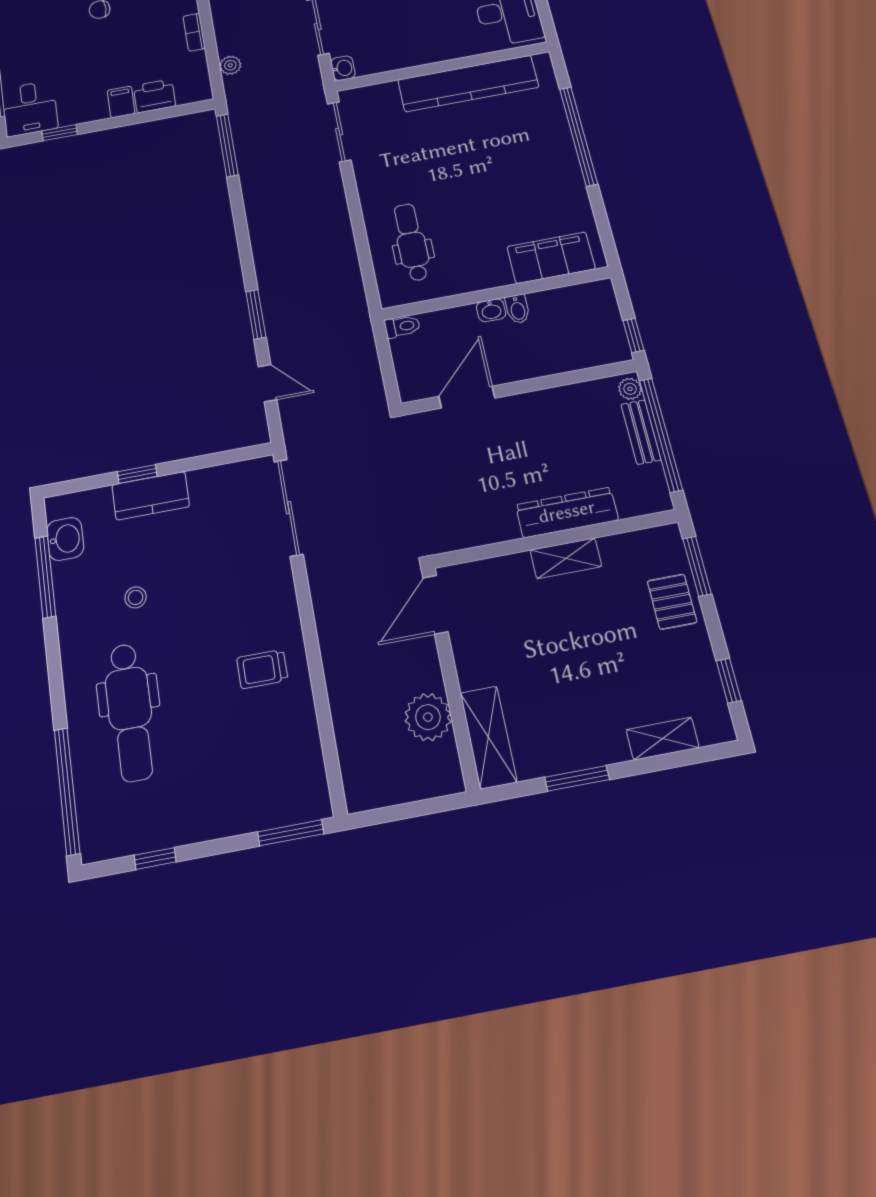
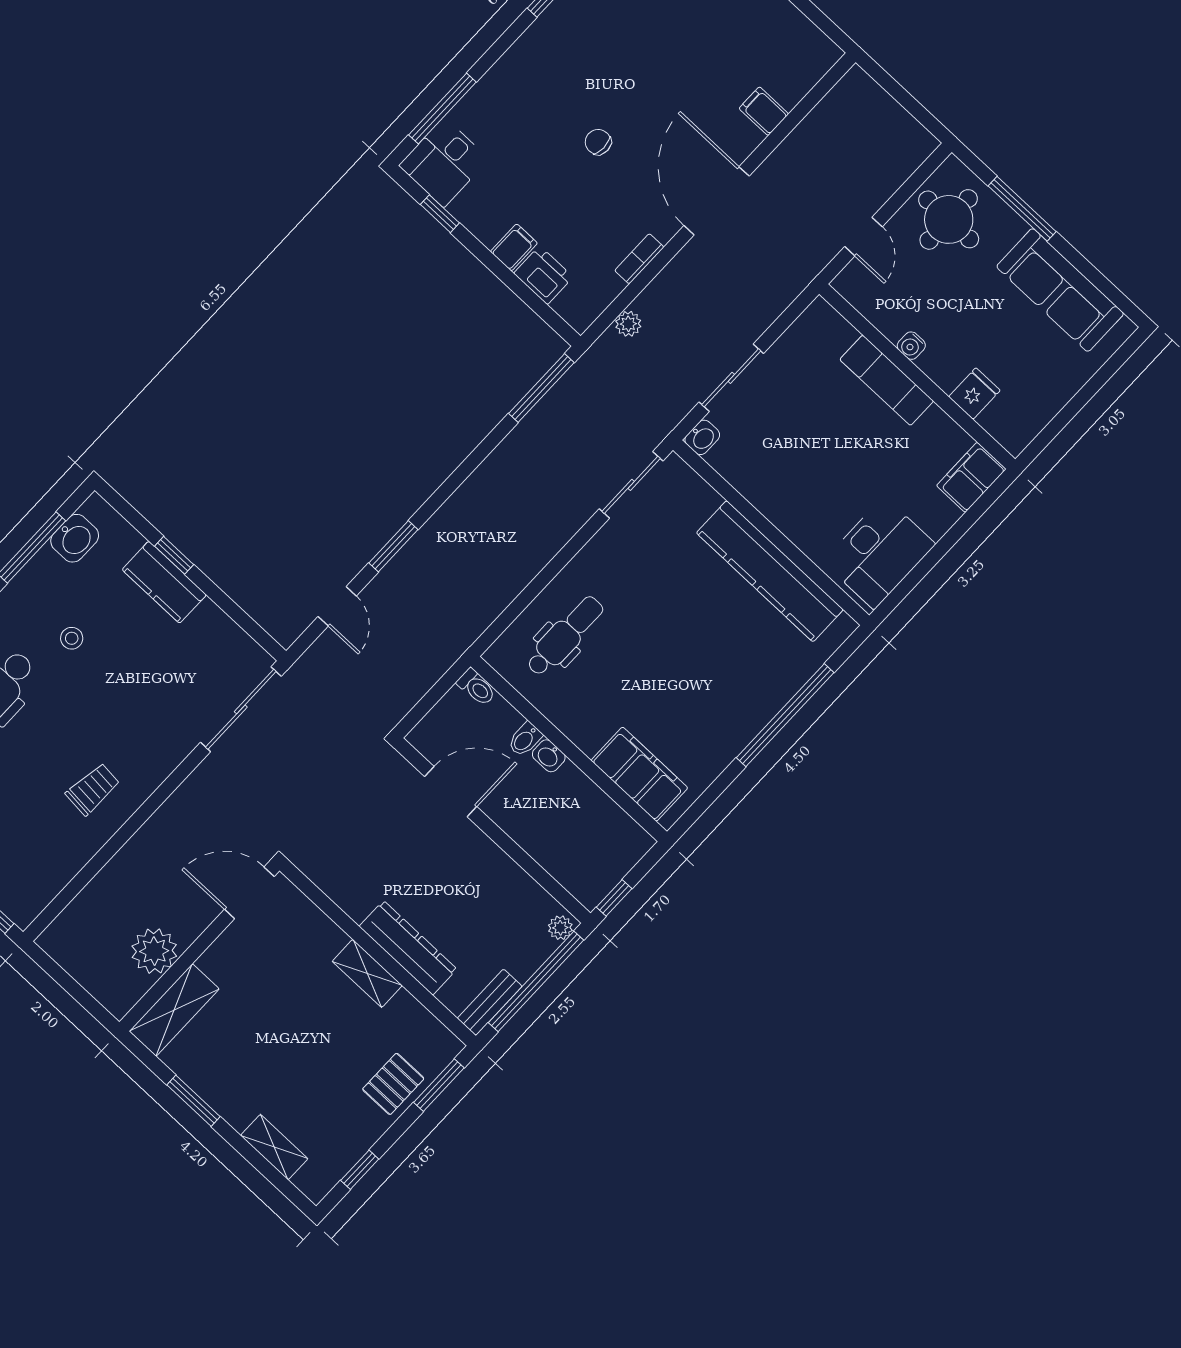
bidet: (518, 309) -> (525, 739), moved
bench: (641, 432) -> (490, 1002), moved
trolley: (262, 669) -> (93, 789), turned 95

